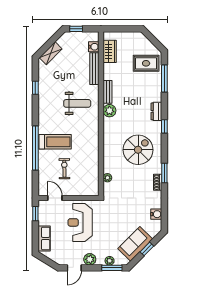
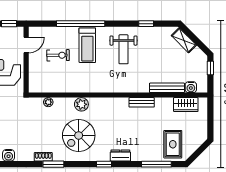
weight bench: (77, 103) -> (124, 49), moved
plant: (109, 111) -> (81, 104), moved
spiral stairs: (138, 150) -> (79, 135), turned 90

